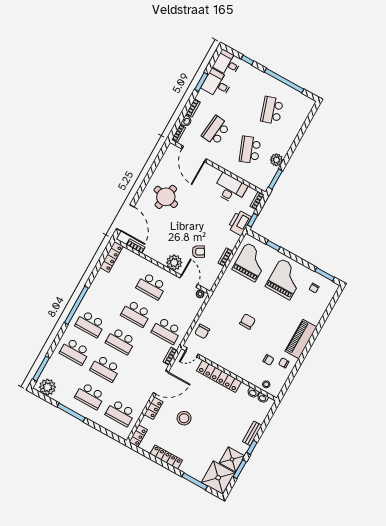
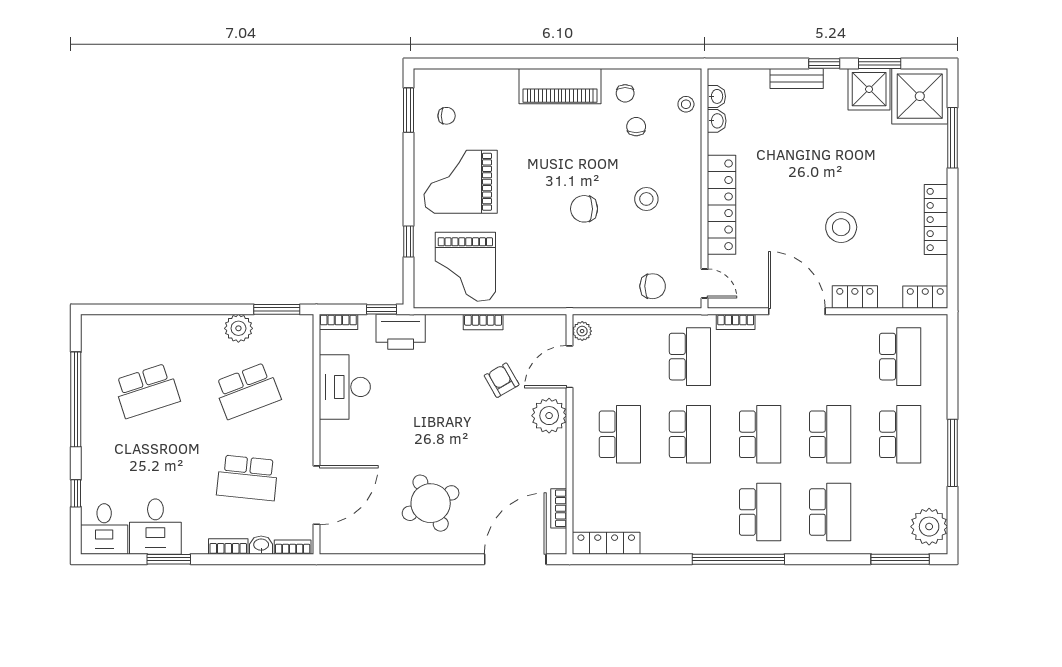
round table: (166, 197) -> (431, 503), turned -38
grand piano: (251, 262) -> (465, 267), turned -90
stool: (238, 348) -> (646, 199), added

